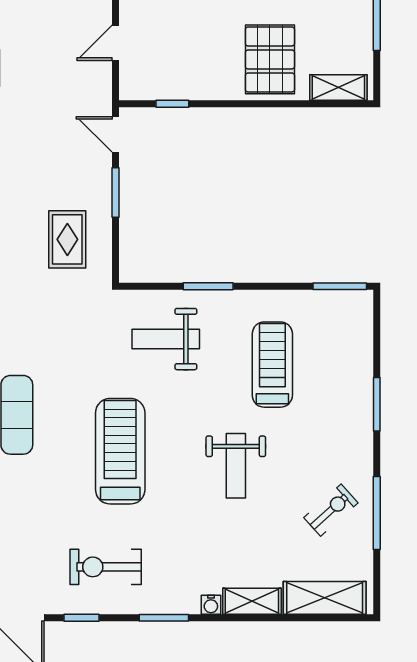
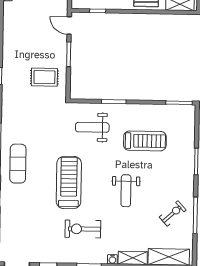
rug: (67, 239) -> (44, 77), turned 90
treadmill: (272, 365) -> (145, 141), turned 90
exercise bike: (106, 567) -> (83, 229), moved

